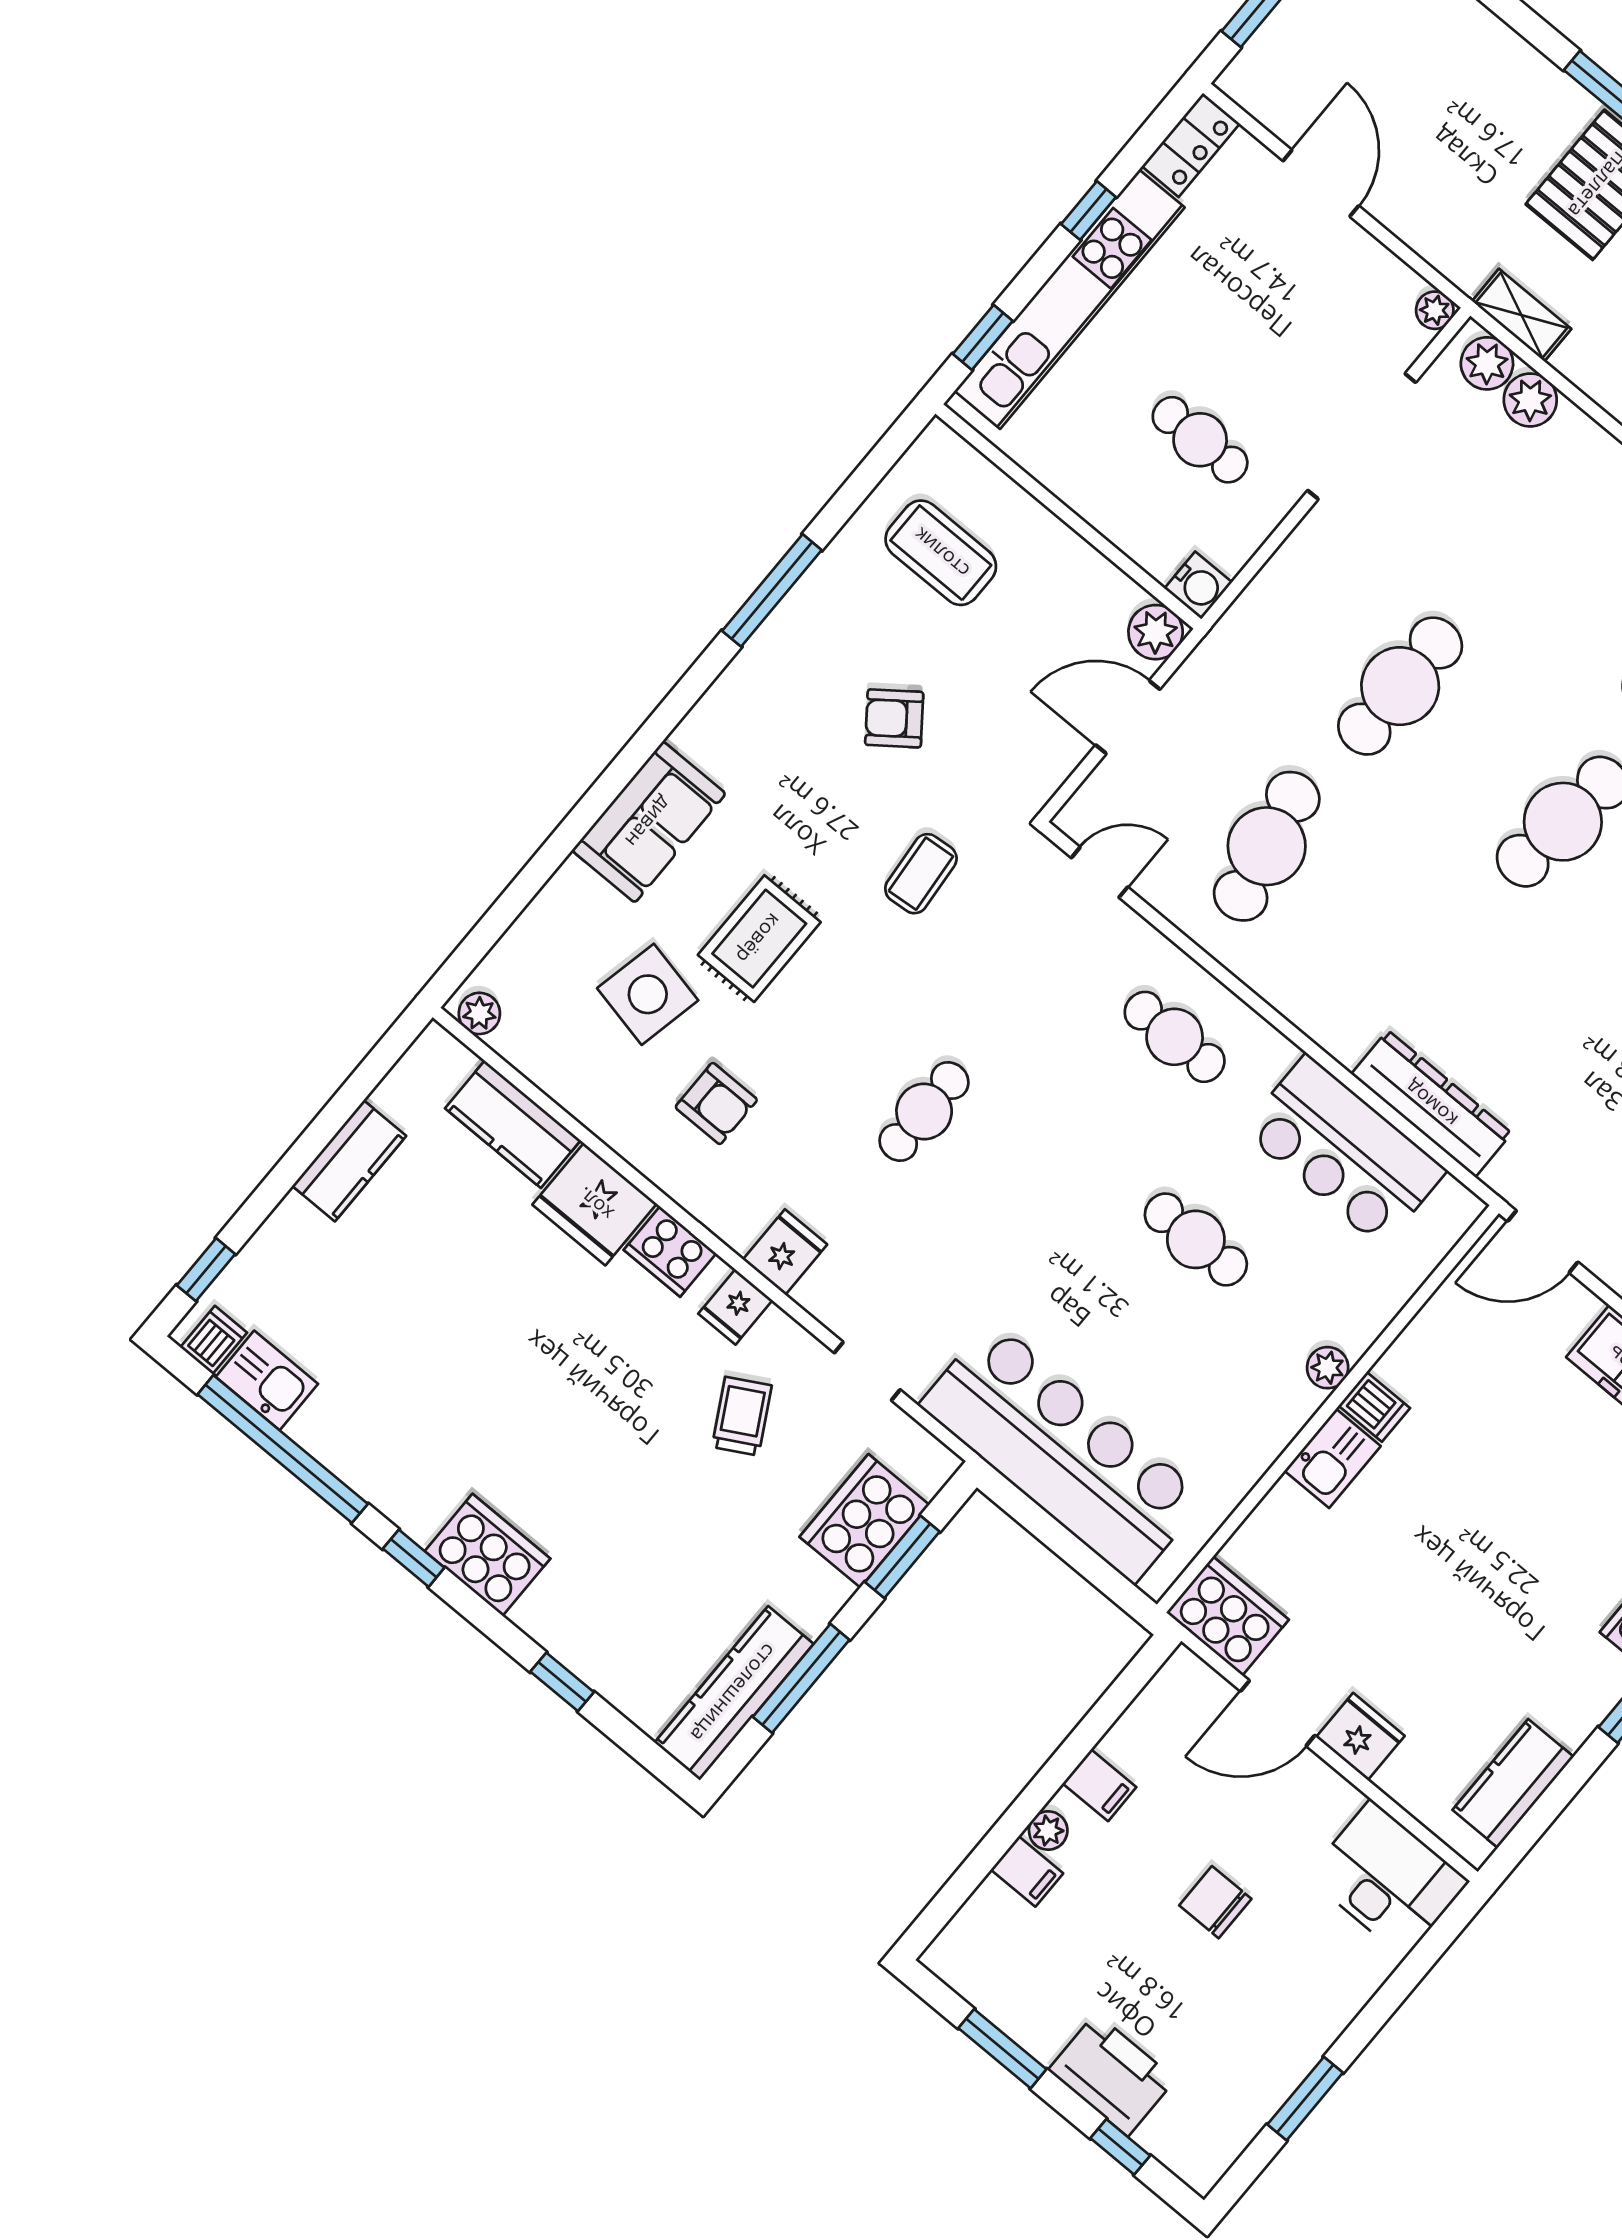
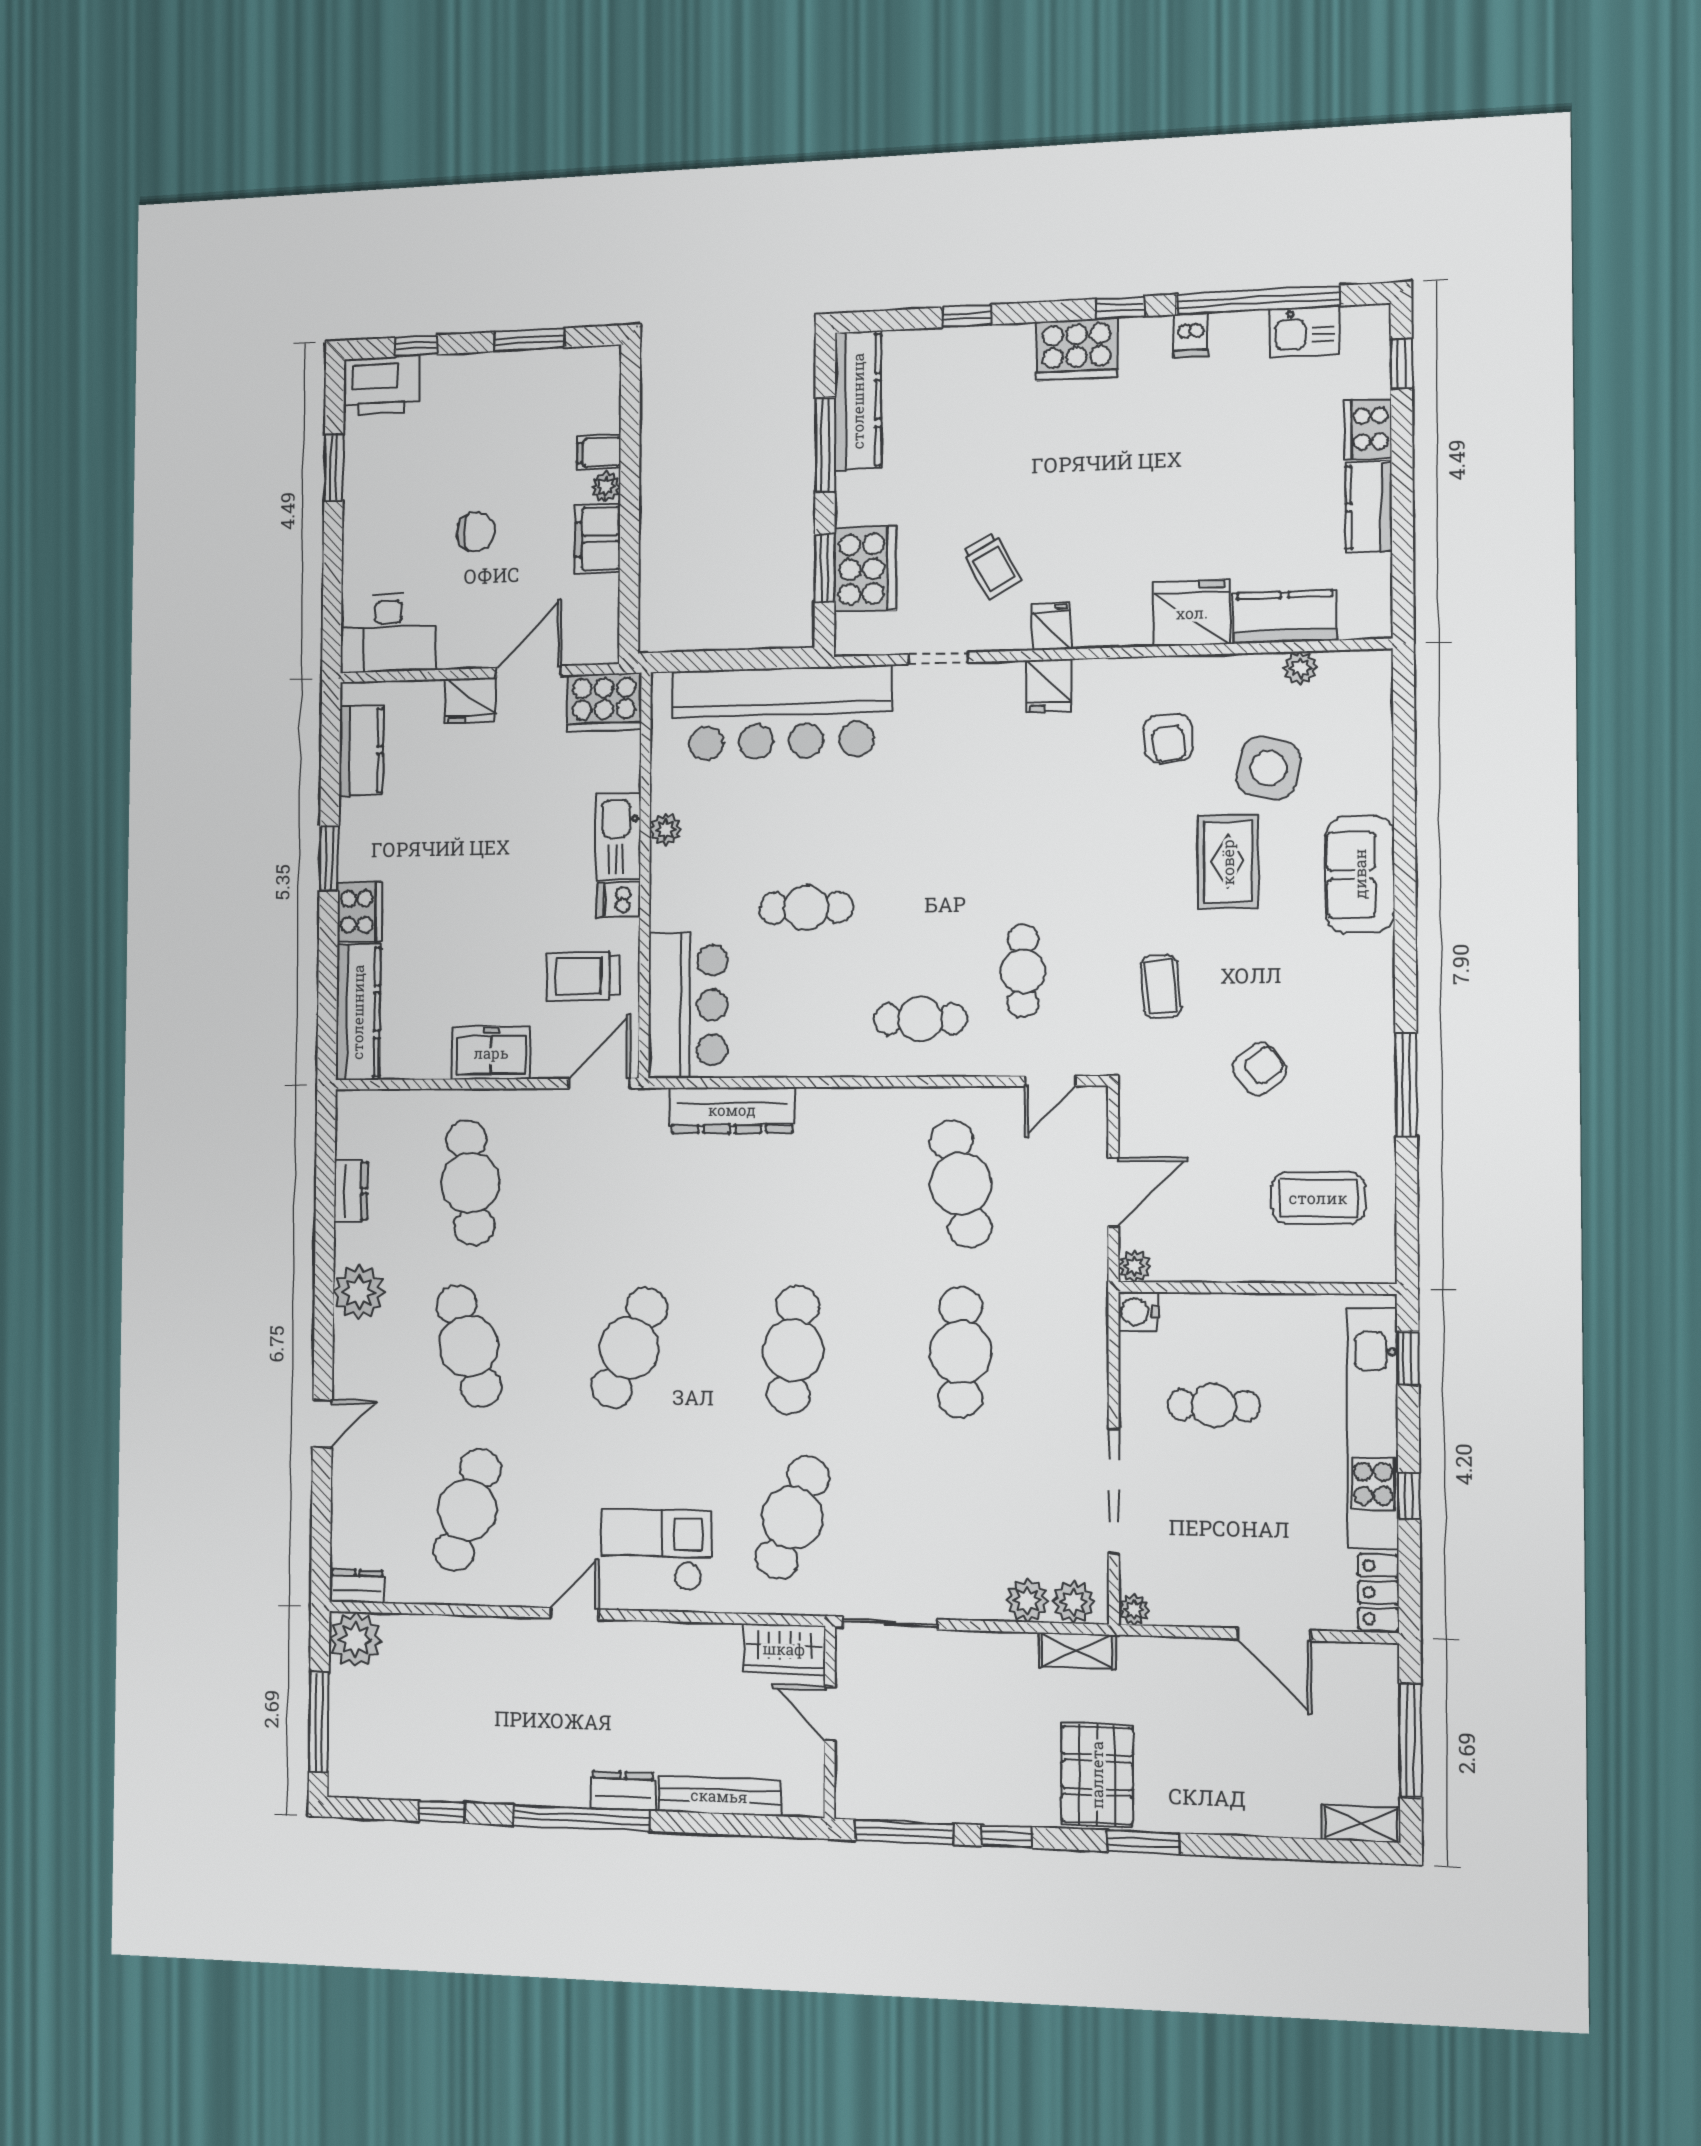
plant: (1156, 632) -> (1134, 1266), width x0.73, depth x0.73
plant: (479, 1013) -> (1300, 668), moved
armchair: (716, 1104) -> (1168, 738), turned -95
cafe table: (924, 1112) -> (1023, 971), moved
bar counter: (1344, 1151) -> (688, 1005), moved, turned 90
cooker: (670, 1252) -> (1368, 429), moved, turned -90
dishwasher: (214, 1340) -> (1191, 335), moved
trolley: (1471, 1361) -> (583, 976), added
plant: (1328, 1368) -> (665, 829), moved
kitchen sink: (1332, 1458) -> (618, 836), width x1.38
filing cabinet: (1099, 1785) -> (598, 539), width x2.00
printer: (1112, 2075) -> (382, 386), moved

